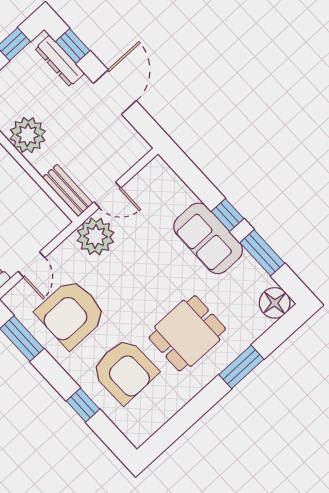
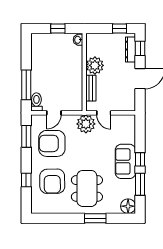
bench: (68, 190) -> (91, 88), moved
dining table: (187, 333) -> (87, 188), width x1.38

